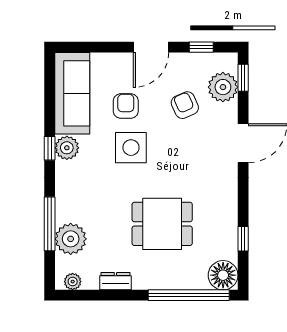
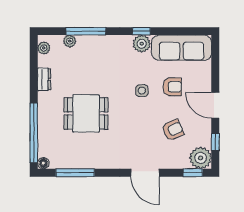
plant: (223, 87) -> (201, 158), moved
side table: (131, 148) -> (142, 91), width x0.54, depth x0.54
dining table: (162, 224) -> (86, 113), turned 90
plant: (71, 239) -> (70, 41), width x0.53, depth x0.53
window: (243, 239) -> (75, 173), width x2.17
floor lamp: (223, 275) -> (43, 163), width x0.53, depth x0.53

